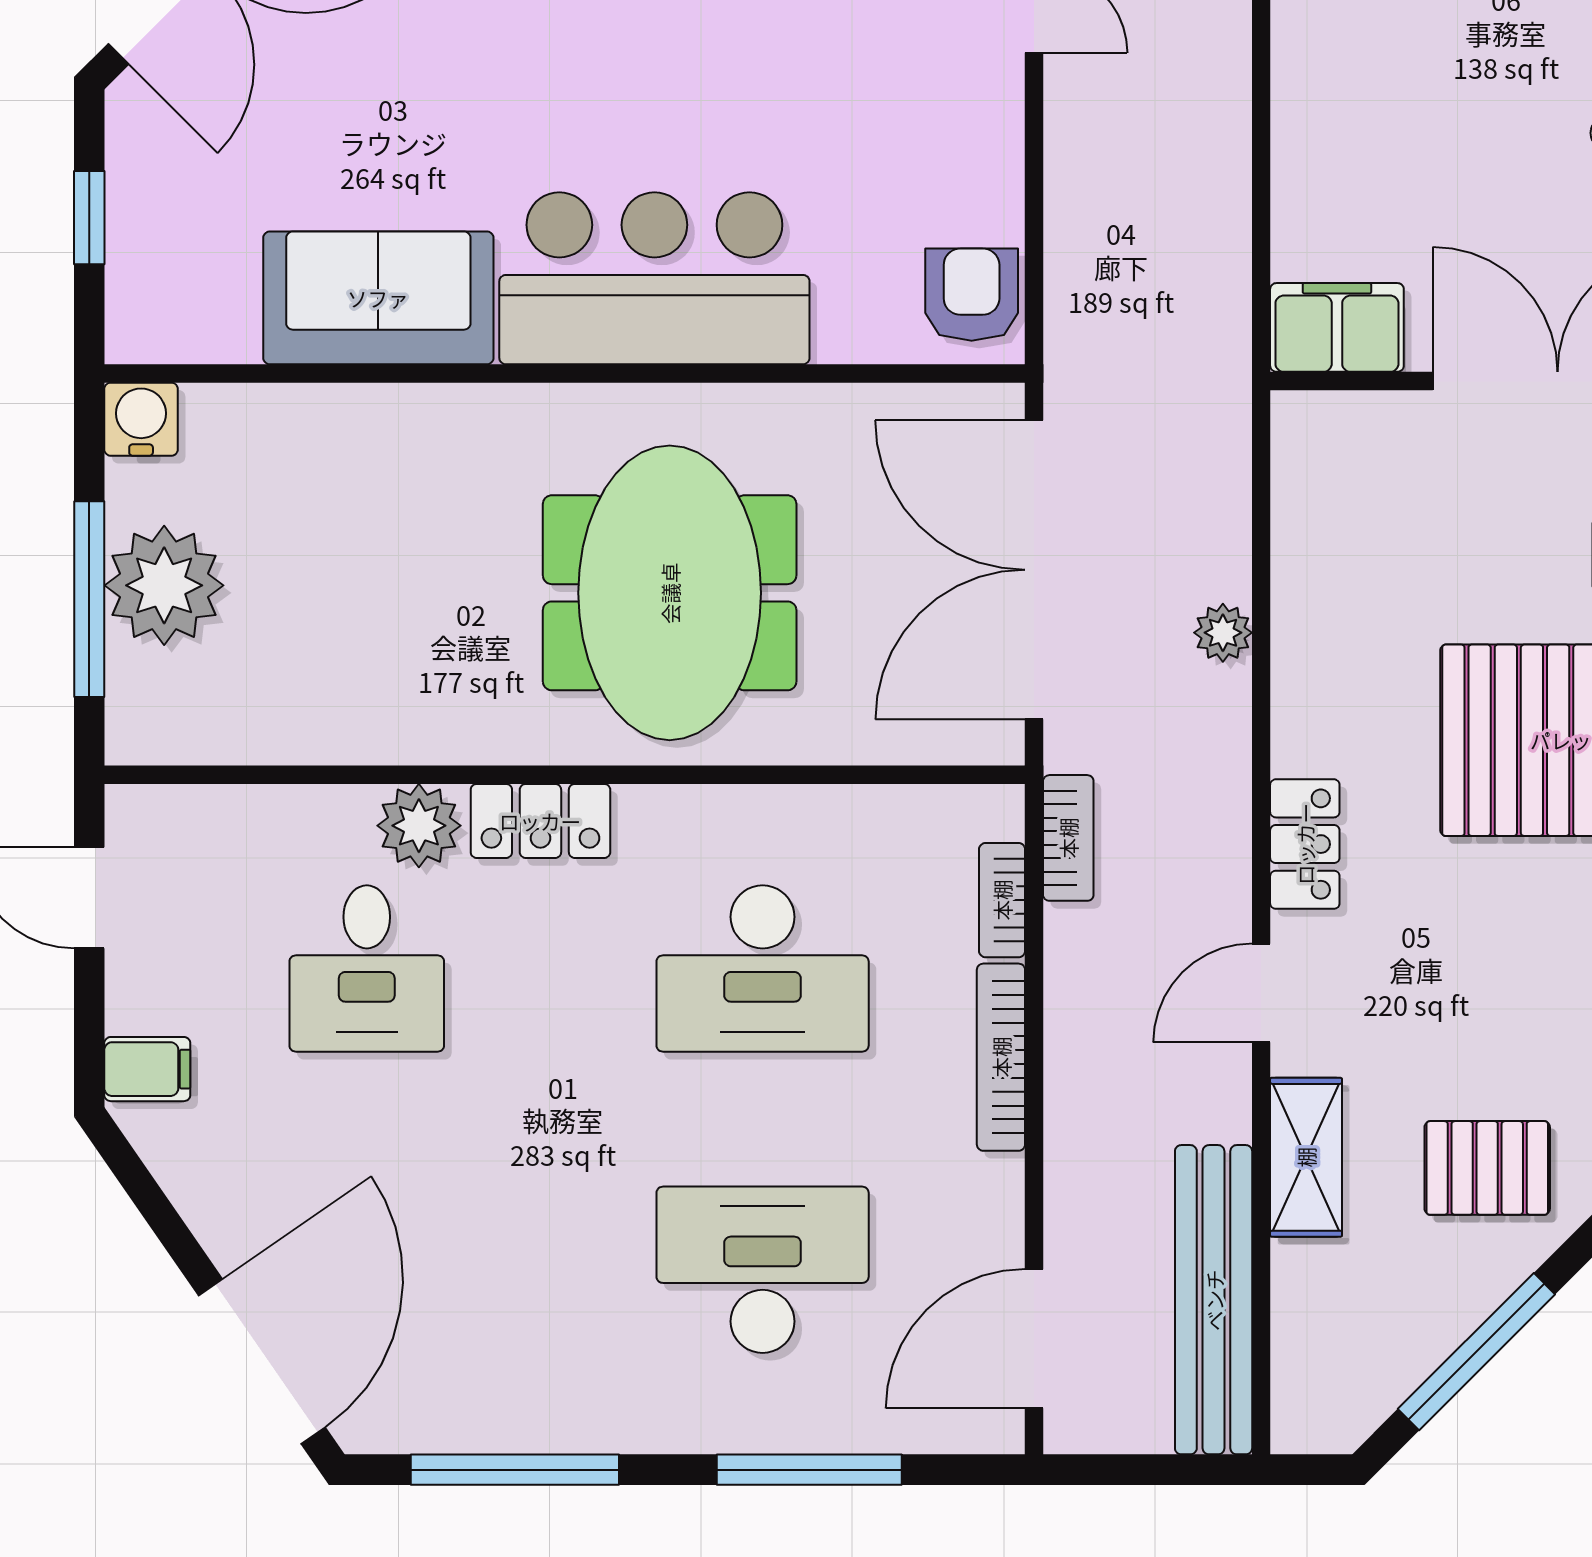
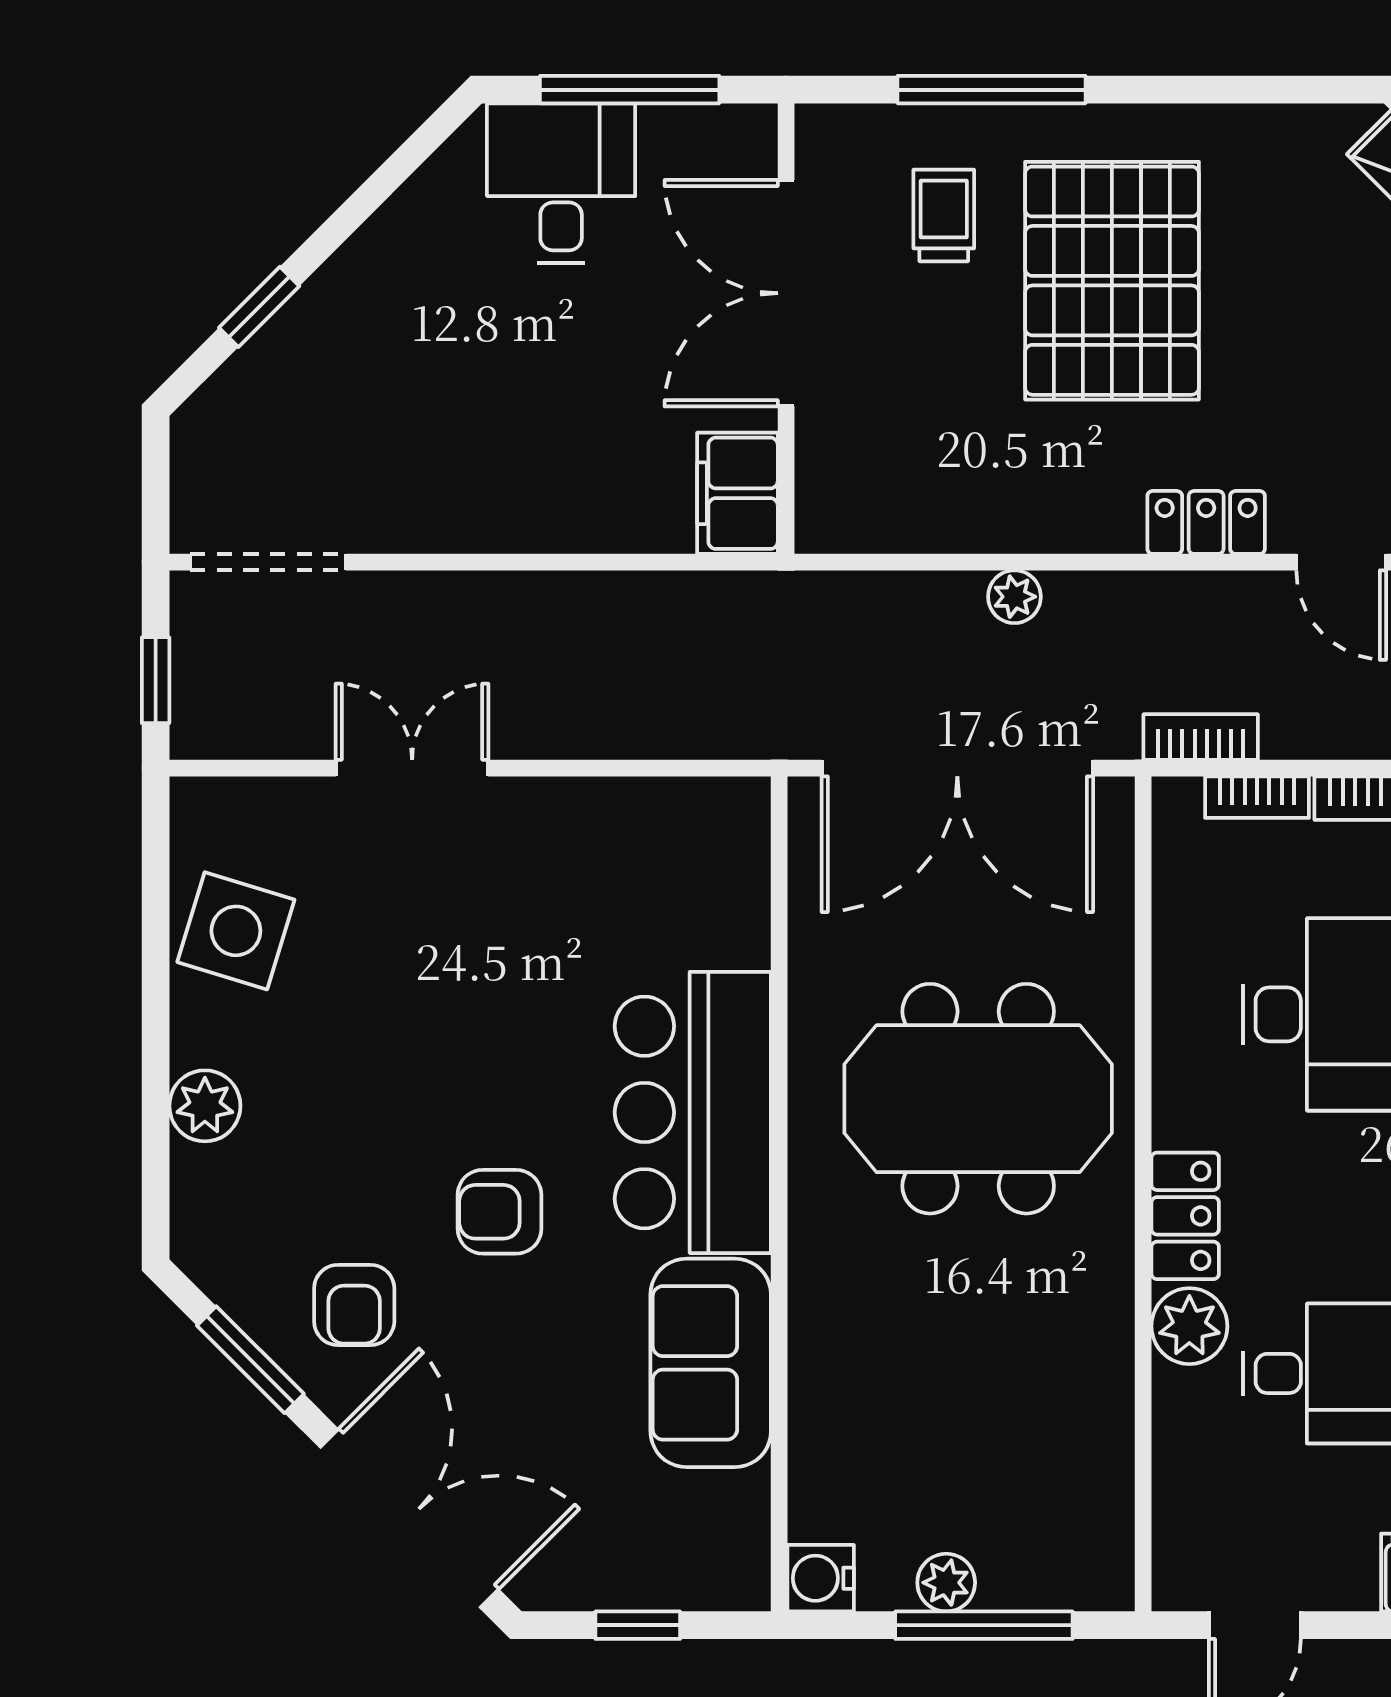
armchair: (972, 295) -> (499, 1212), moved
plant: (164, 585) -> (946, 1583), width x0.53, depth x0.53

